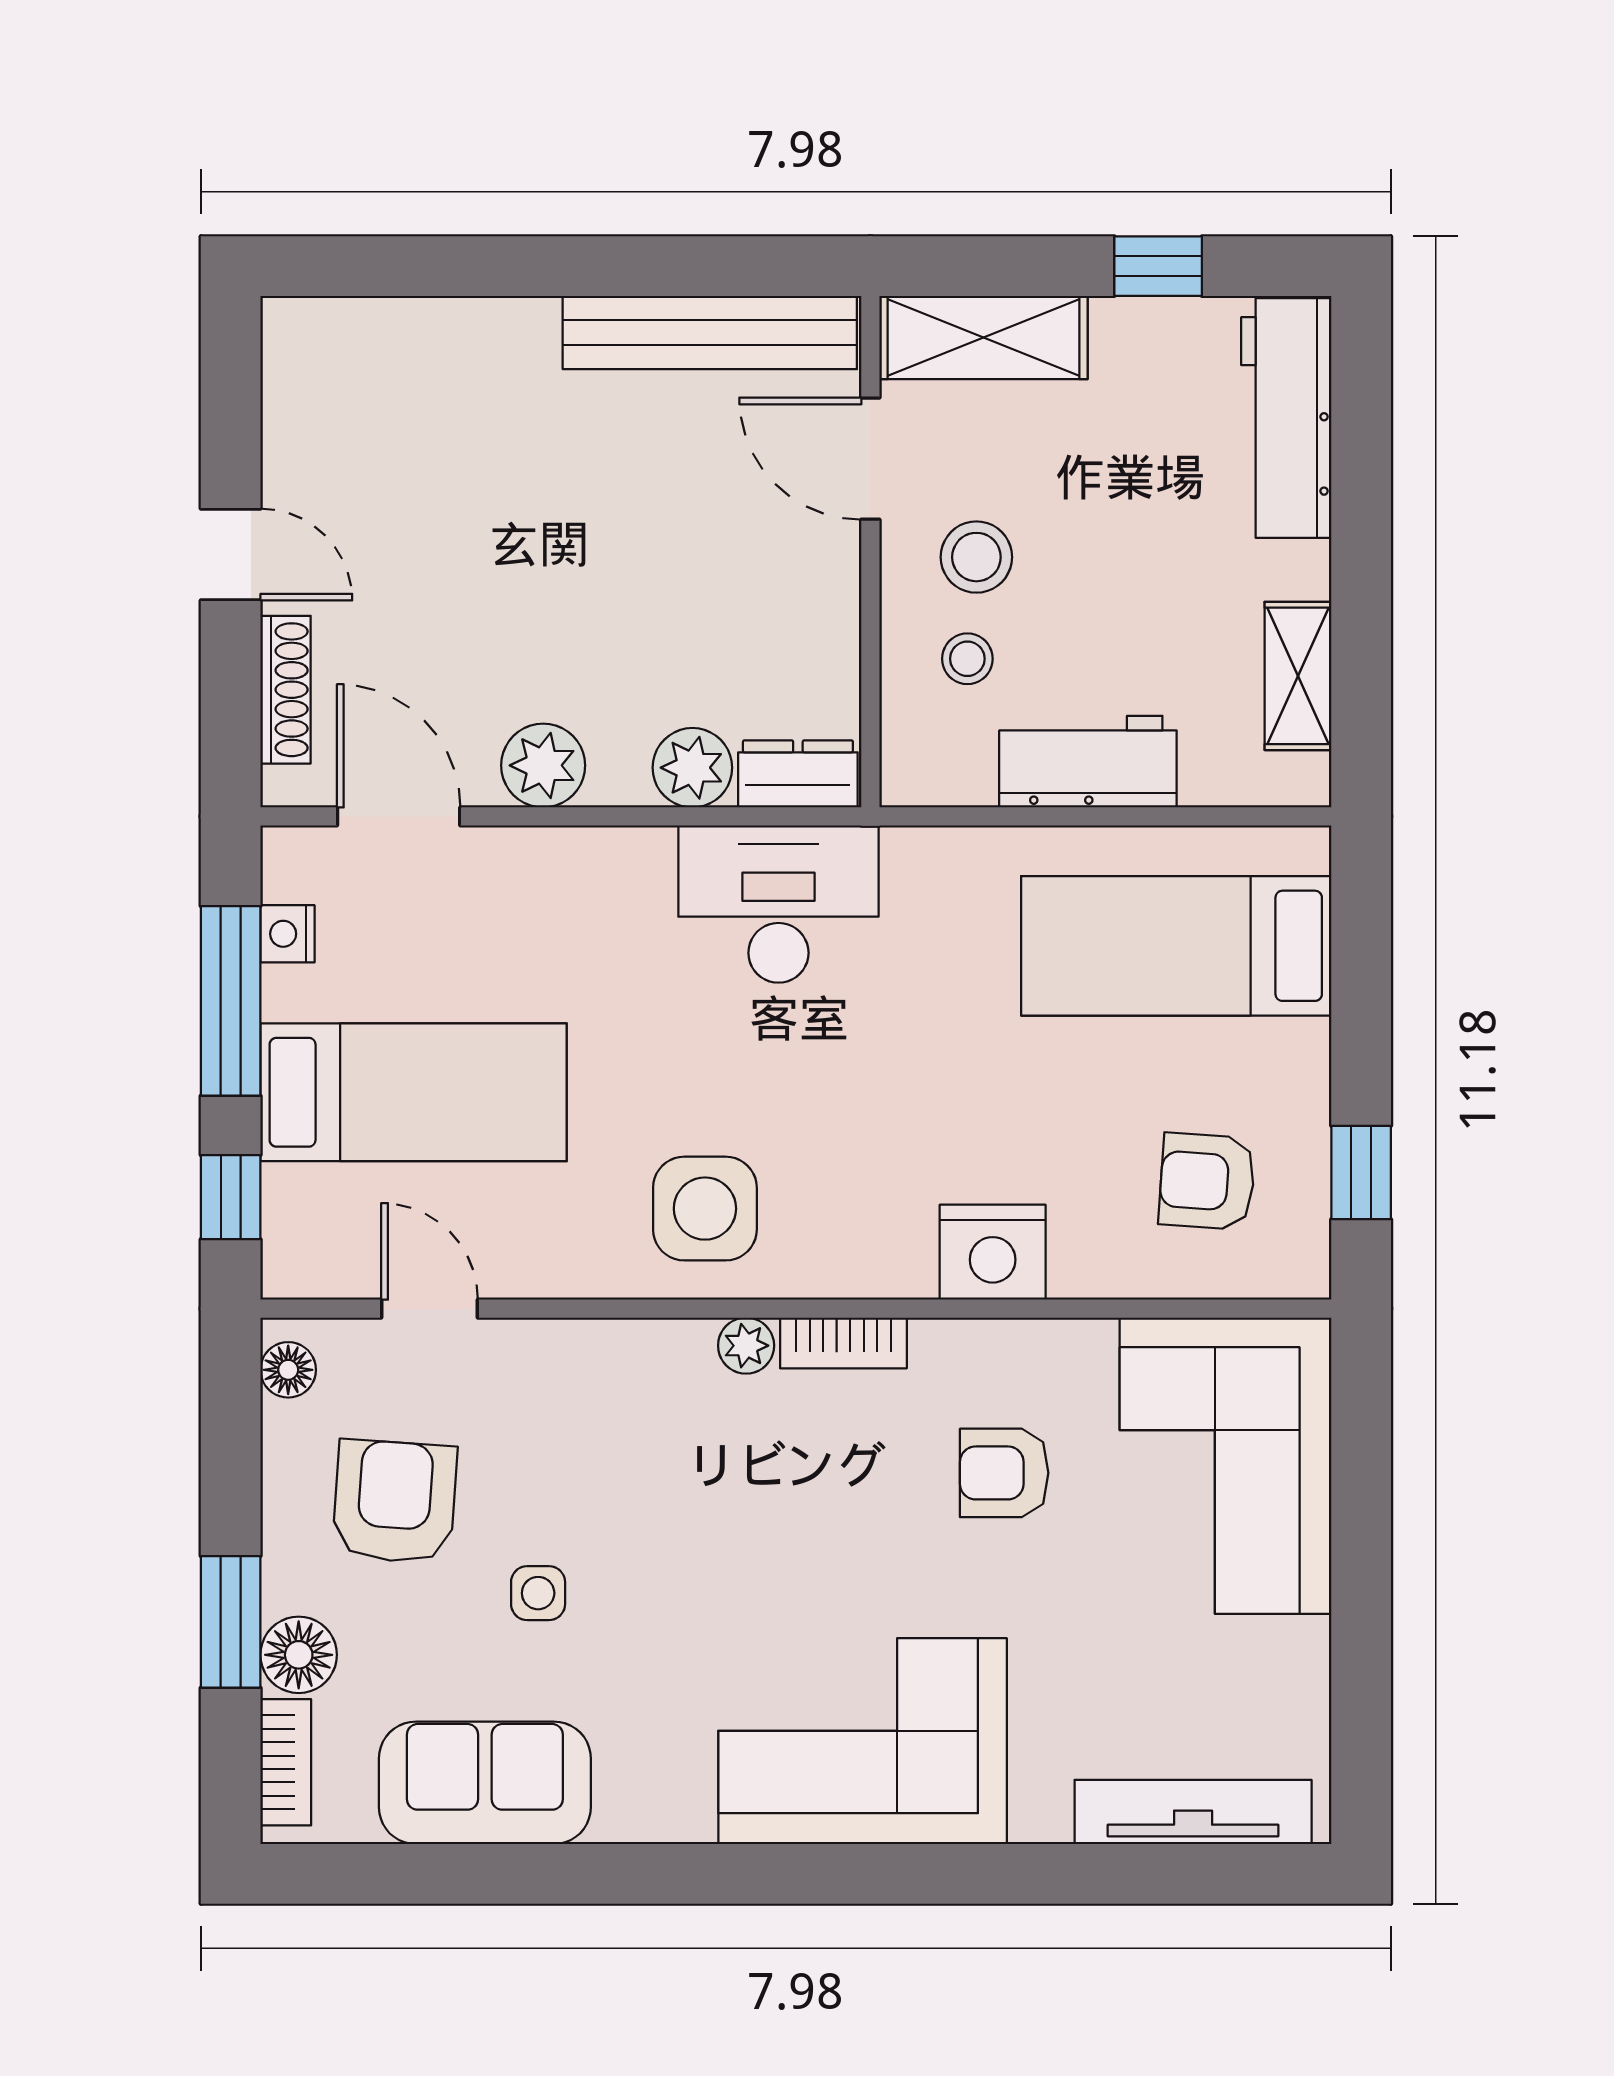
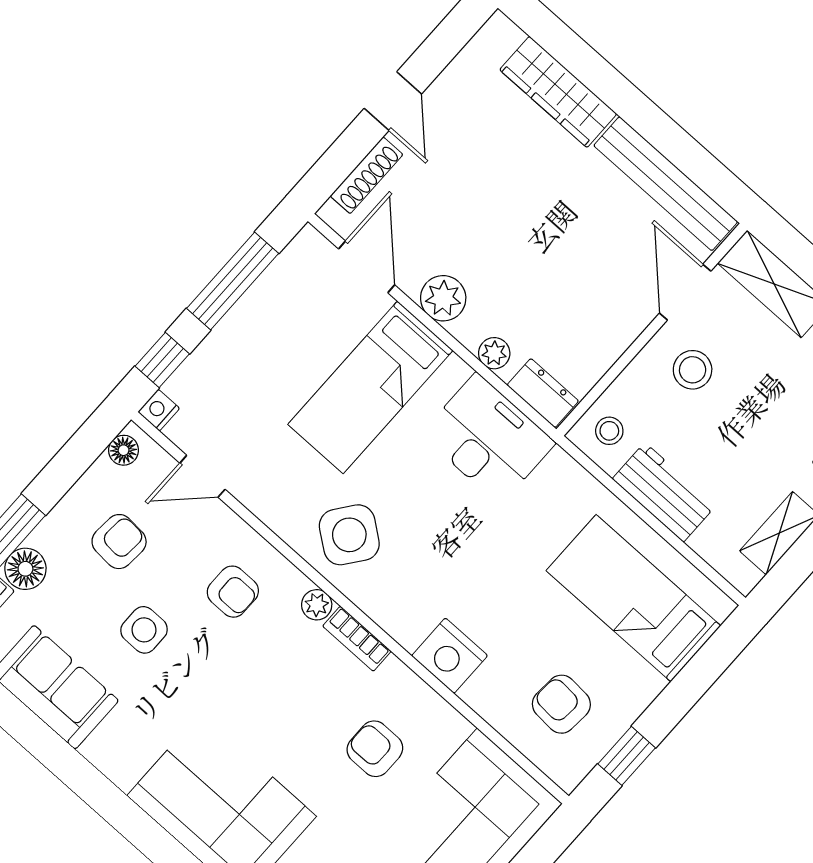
wardrobe: (448, 338) -> (558, 92), added
stool: (967, 659) -> (609, 431), moved
plant: (692, 768) -> (494, 353), width x0.73, depth x0.73
nightstand: (287, 934) -> (159, 410), moved
bed: (414, 1092) -> (370, 387), moved, turned 90
side table: (705, 1209) -> (349, 535), turned 37
door: (430, 1309) -> (202, 476), swing flipped
armchair: (614, 1431) -> (233, 592), added
armchair: (395, 1502) -> (119, 542), width x0.72, depth x0.72
side table: (538, 1593) -> (144, 630), width x1.37, depth x1.37

